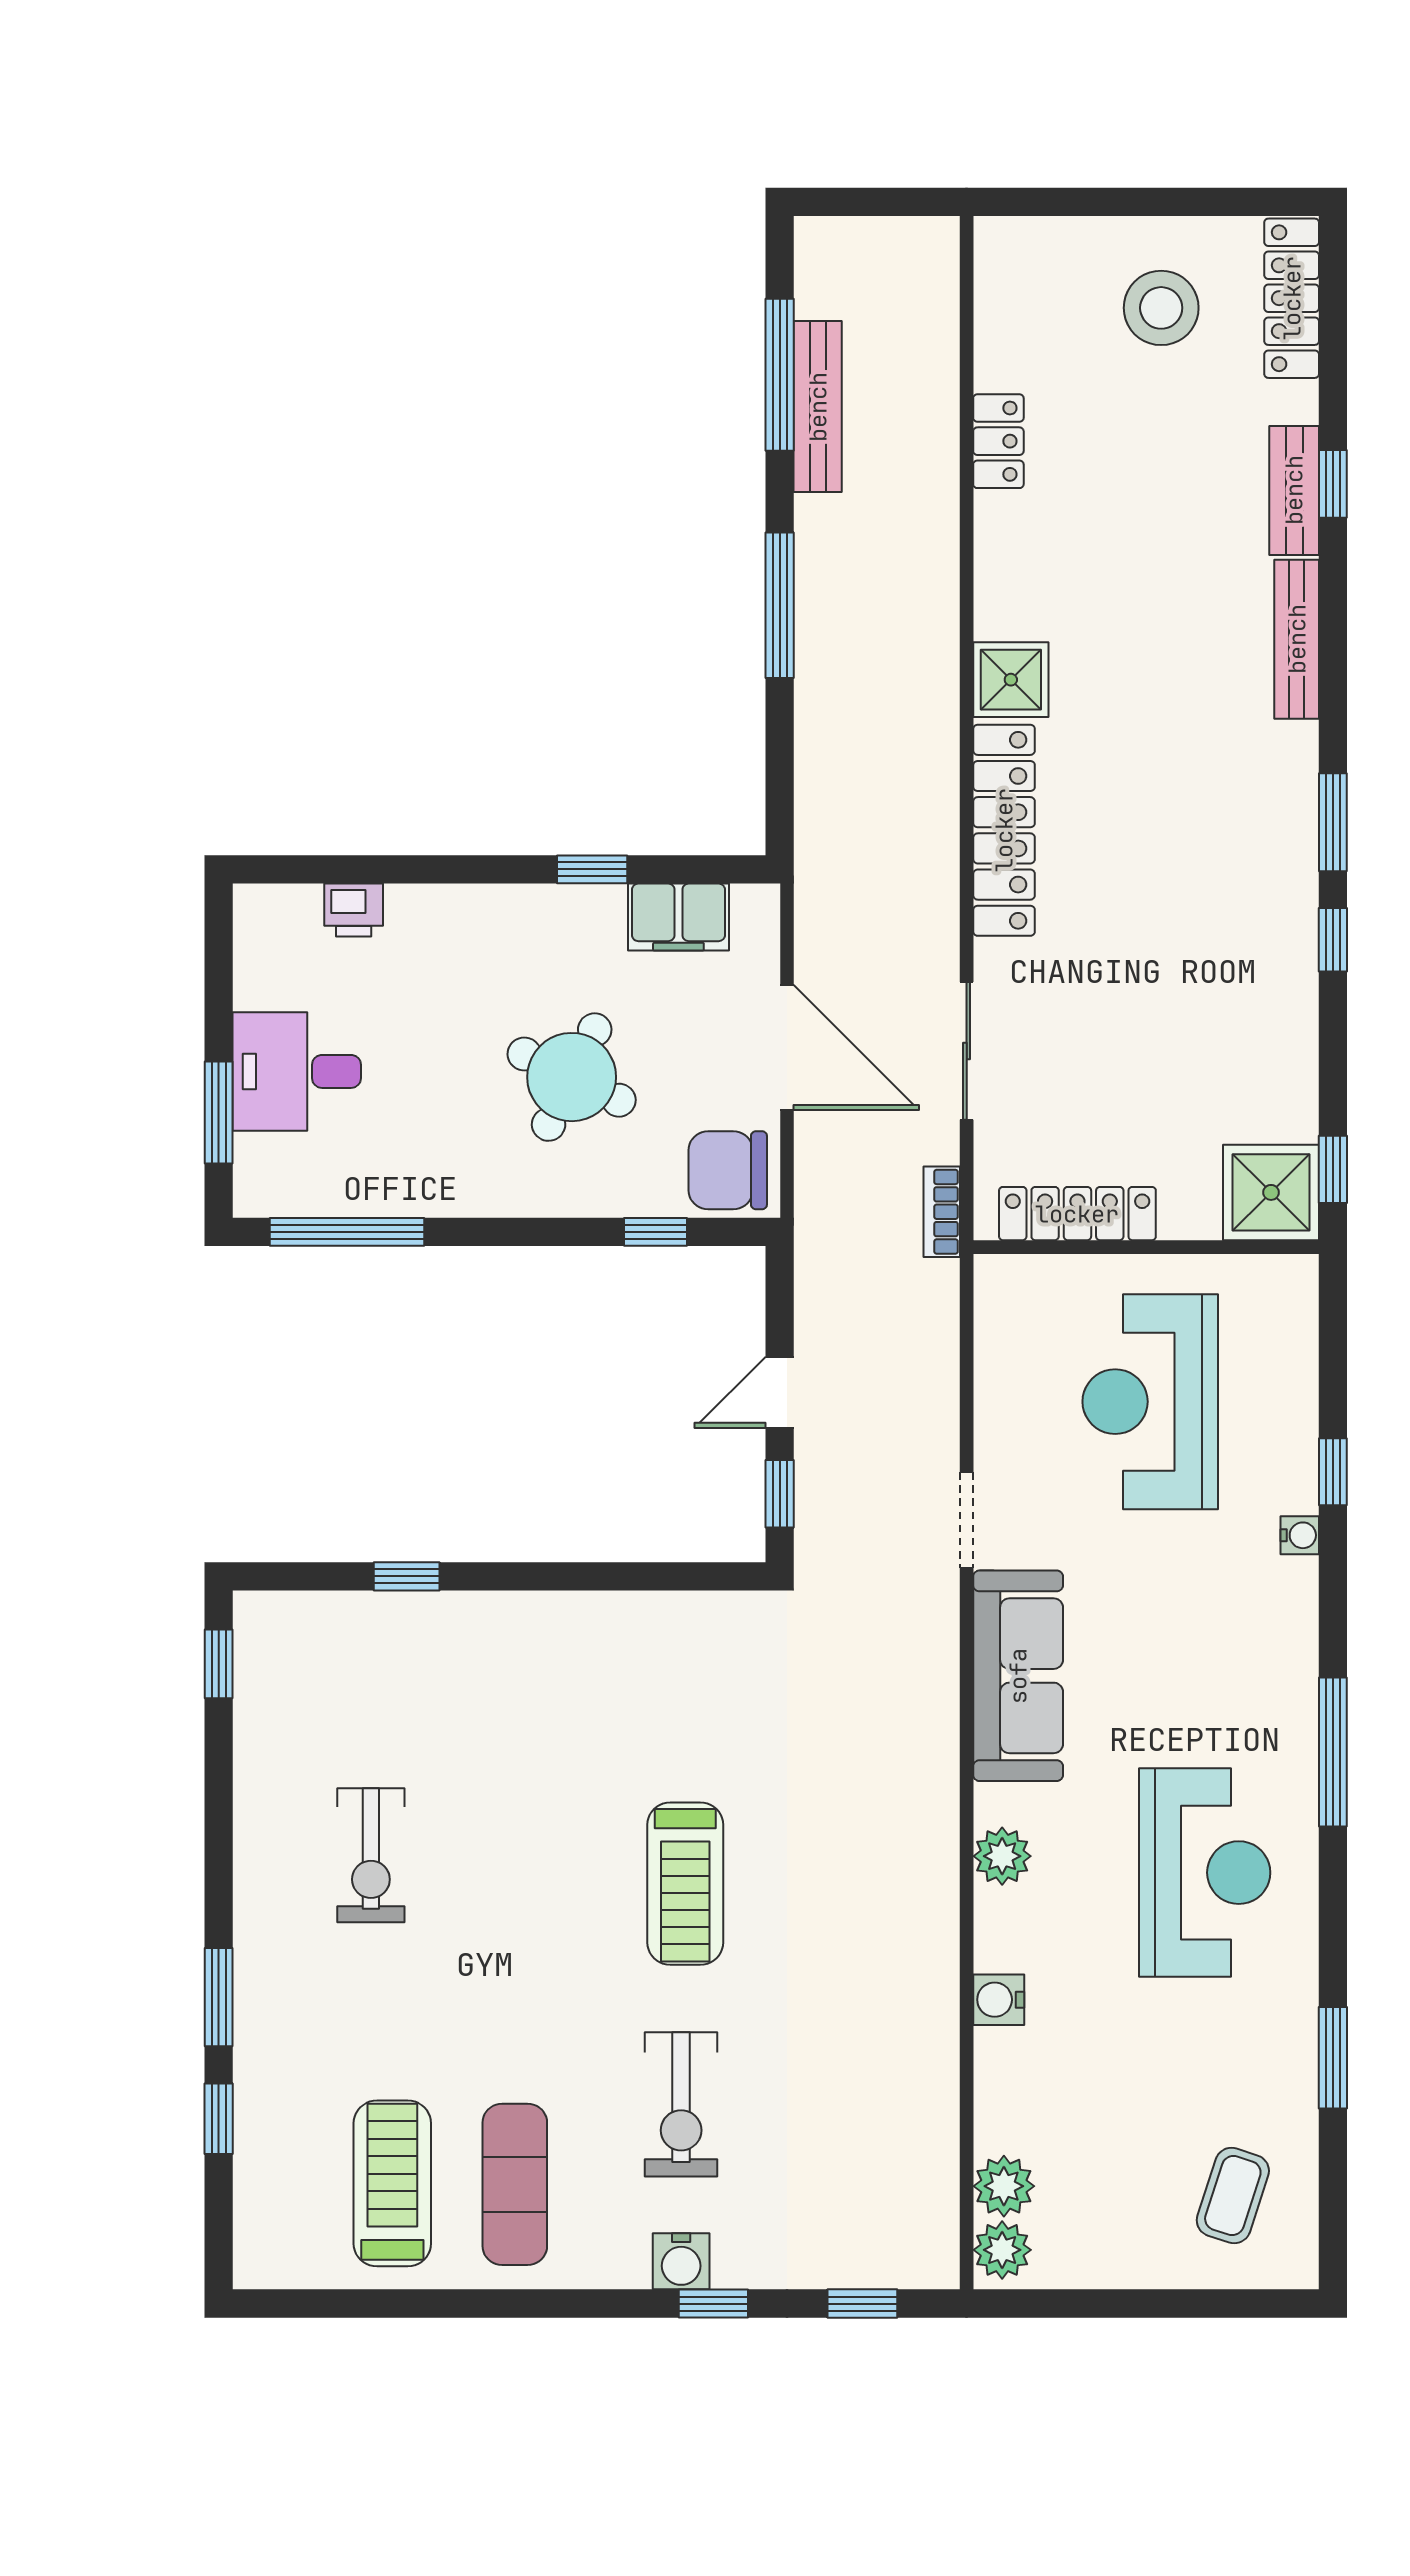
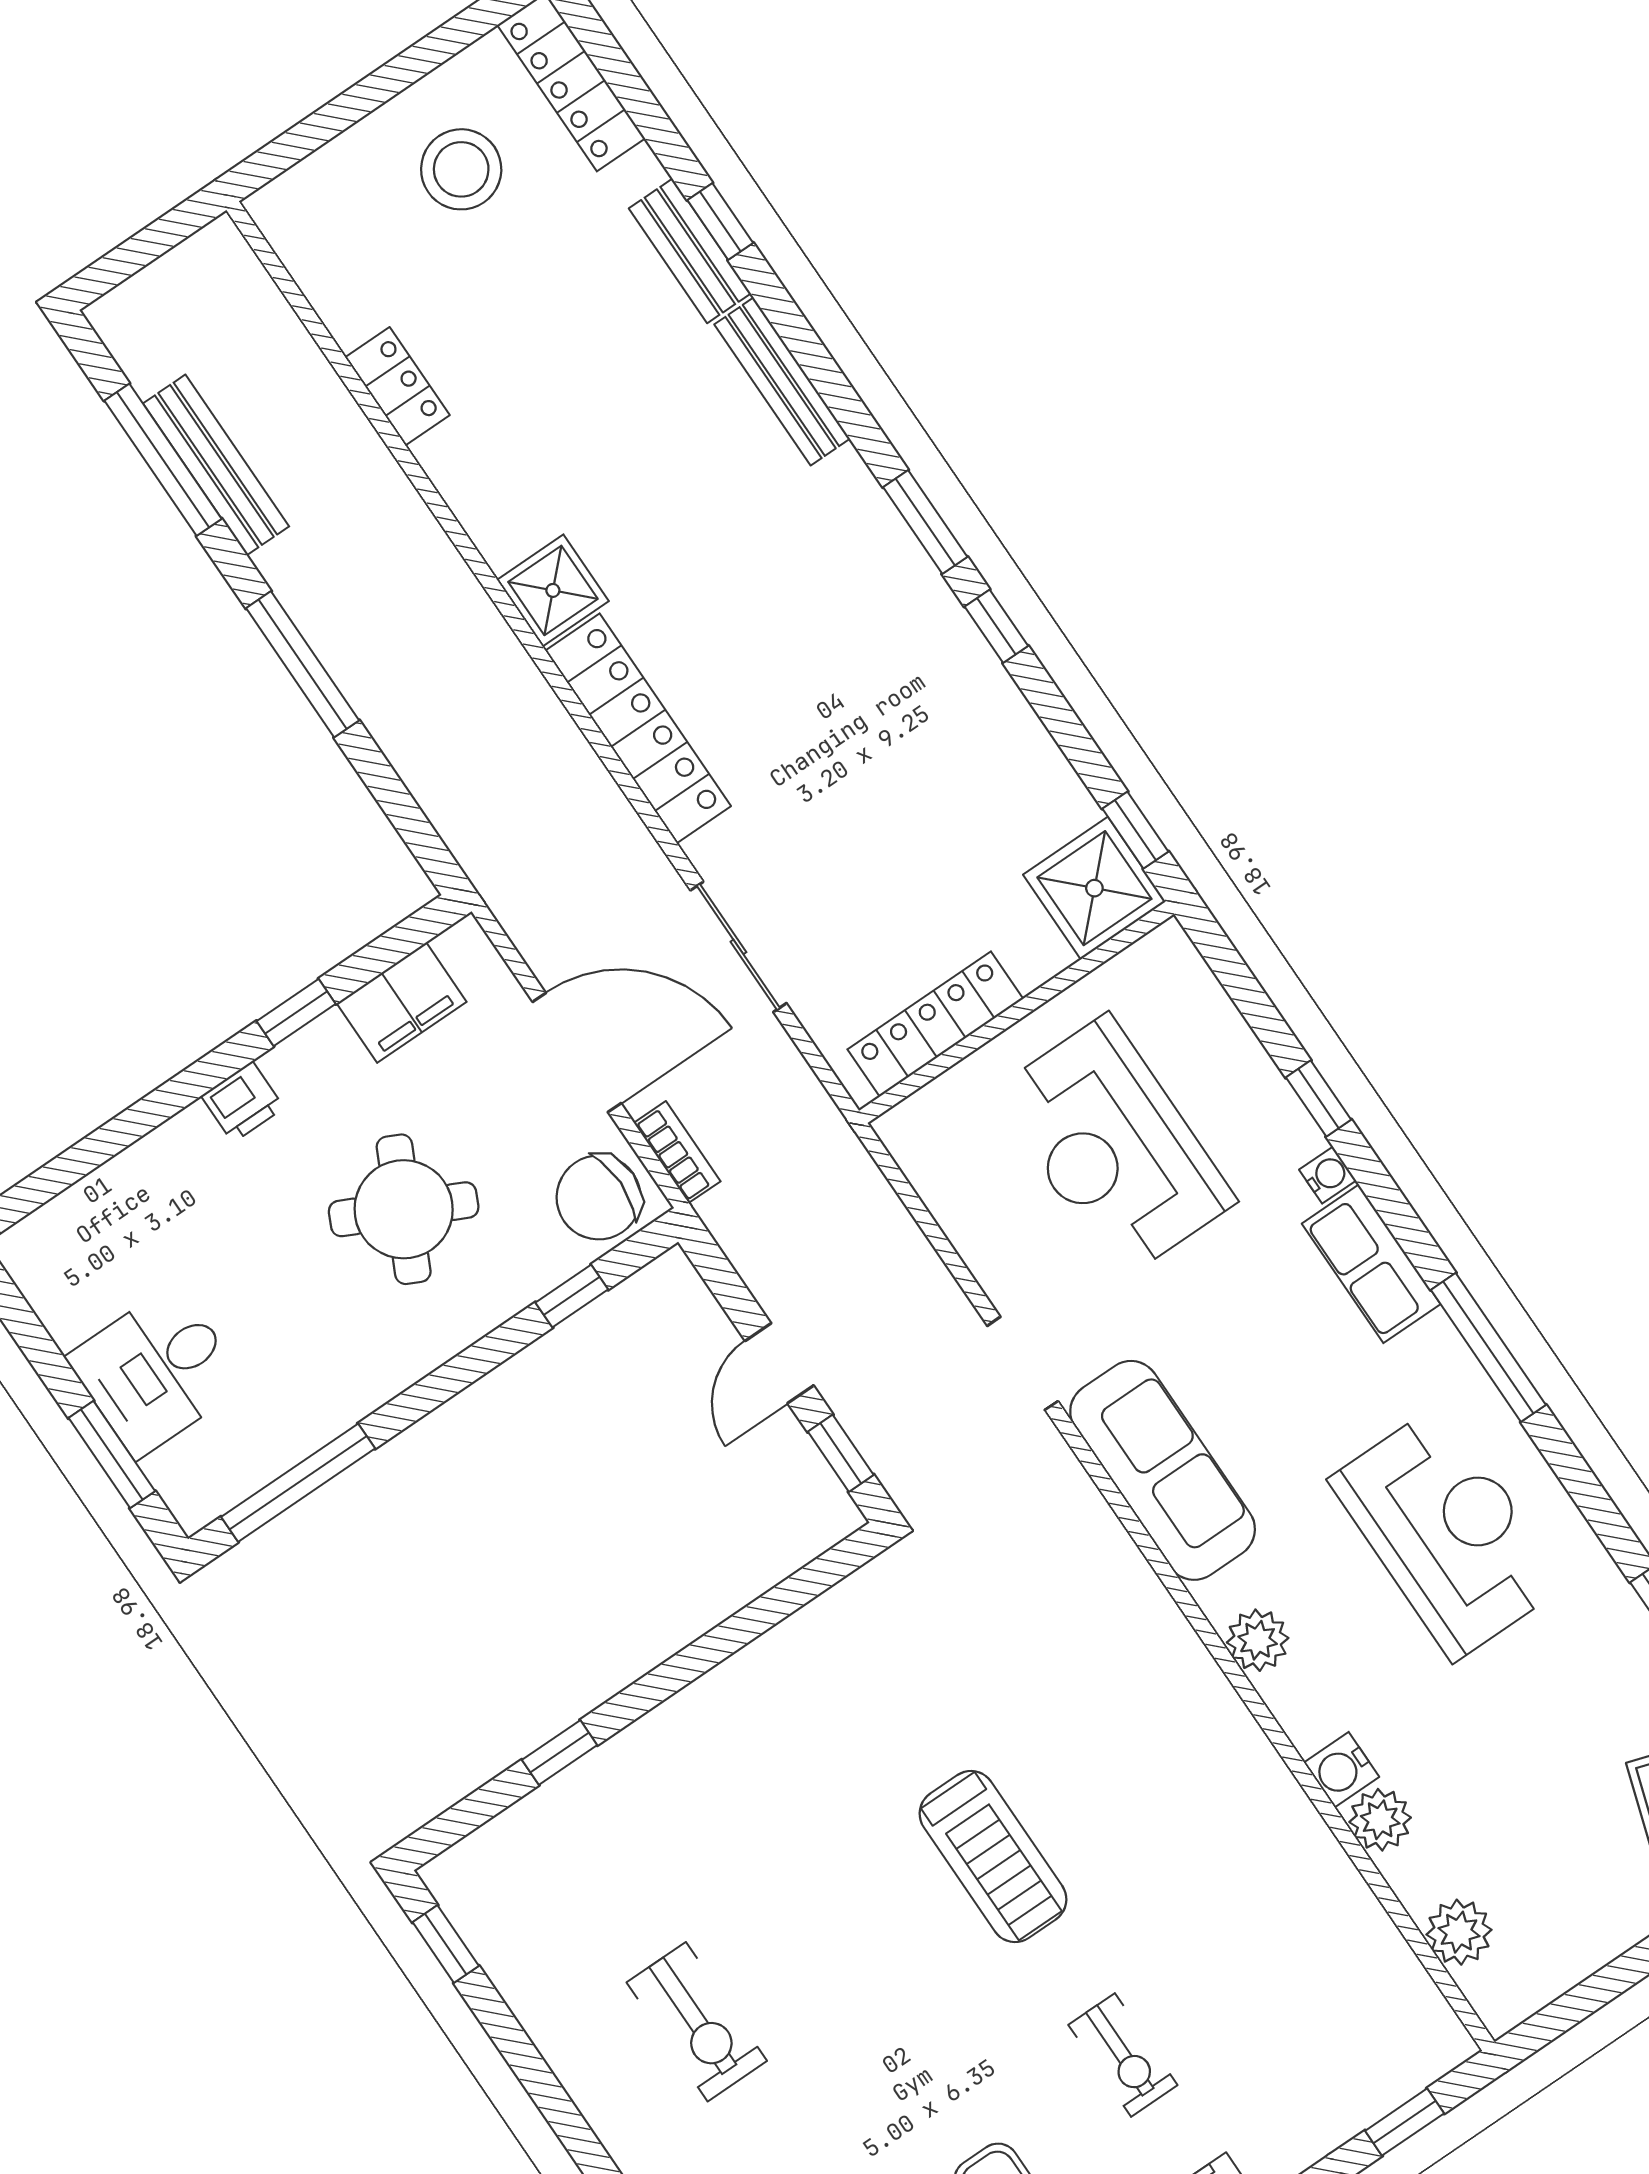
printer: (354, 910) -> (243, 1102), moved
bookcase: (942, 1212) -> (677, 1152), moved, turned 180
row of seats: (1287, 1626) -> (1371, 1264), added
exercise bike: (681, 2104) -> (1123, 2055), width x0.73, depth x0.72
plant: (1002, 2250) -> (1380, 1820), moved

